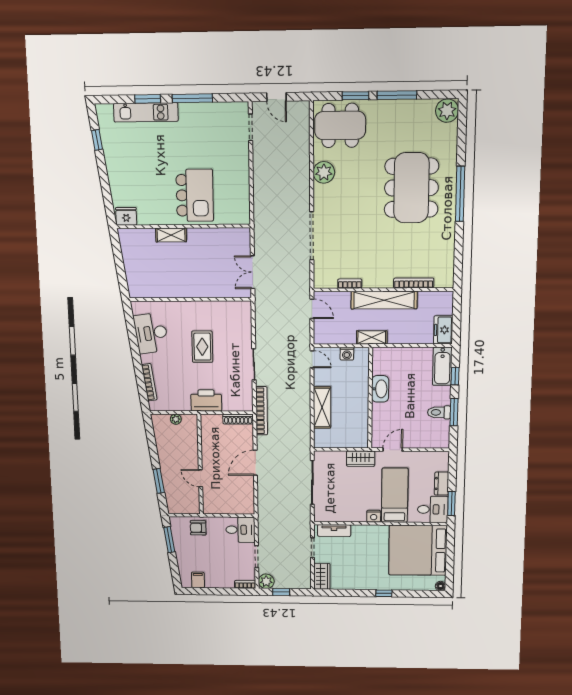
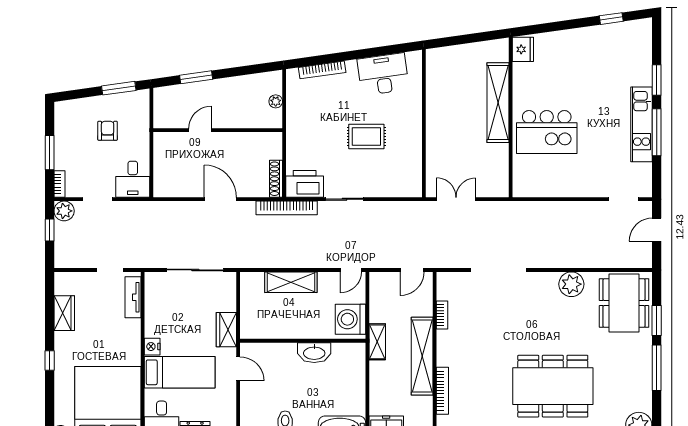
kitchen unit: (146, 112) -> (642, 124), moved
shelving: (171, 235) -> (498, 103), width x2.20, depth x1.33
washing machine: (347, 354) -> (350, 319), width x1.89, depth x1.89
printer: (206, 400) -> (305, 184), moved, turned -90
armchair: (198, 528) -> (108, 131), moved
wardrobe: (322, 576) -> (64, 313), moved, turned -90
filing cabinet: (198, 580) -> (65, 123), removed
window: (221, 591) -> (50, 153), added

